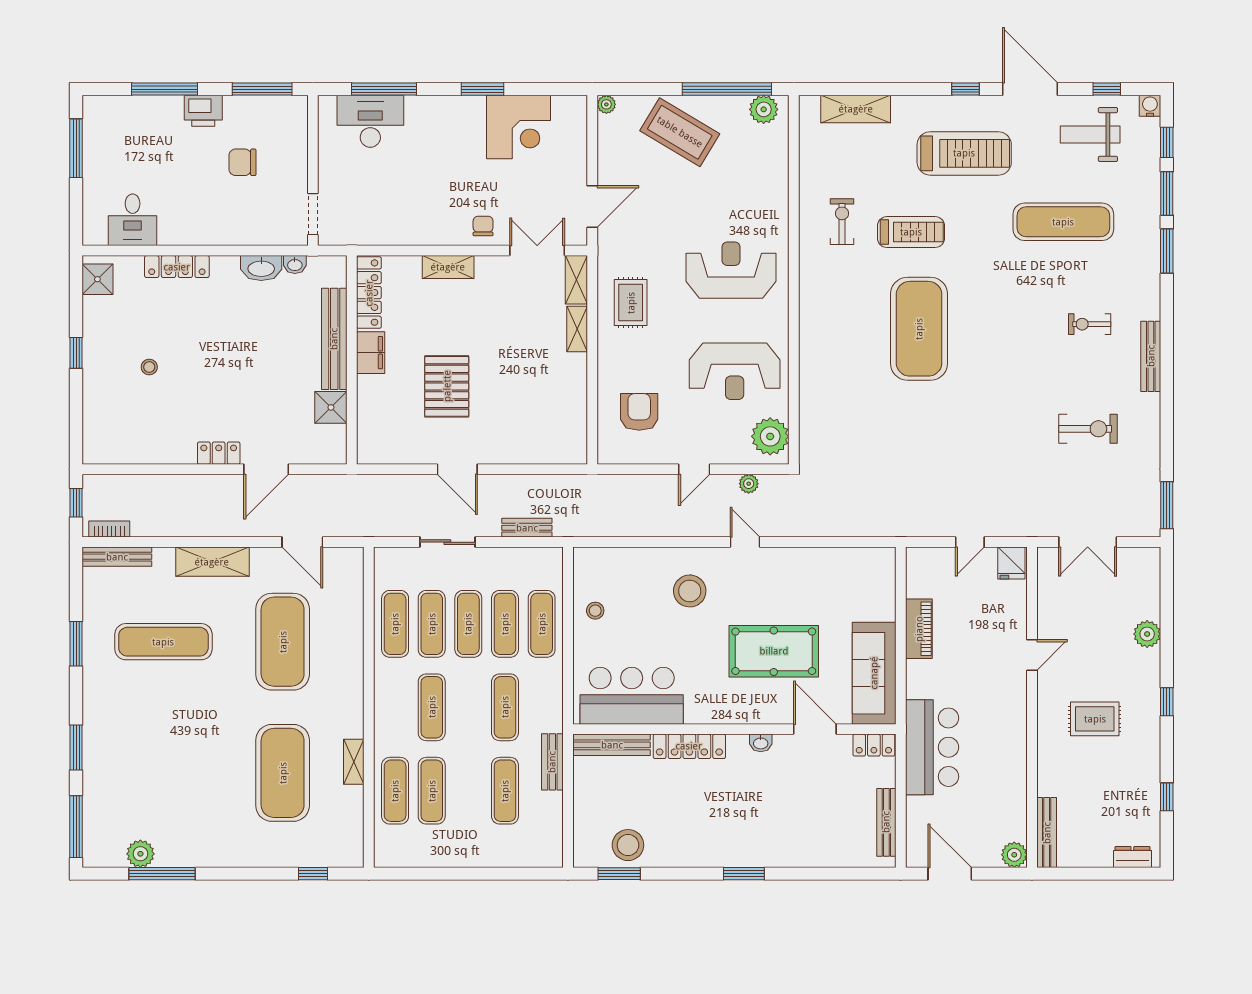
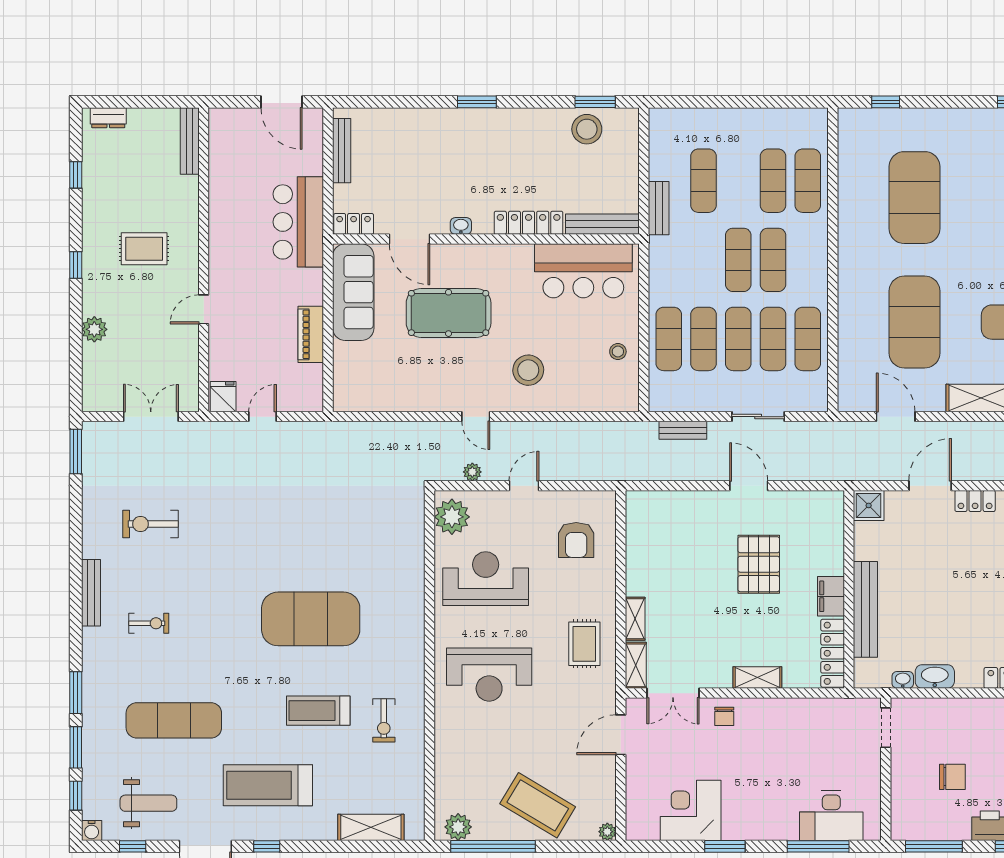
exercise mat: (919, 329) -> (311, 619), turned 90
shower: (331, 407) -> (869, 505), moved
exercise mat: (505, 707) -> (738, 260), moved
shelving: (354, 762) -> (847, 208), removed
plant: (1014, 855) -> (220, 120), removed

